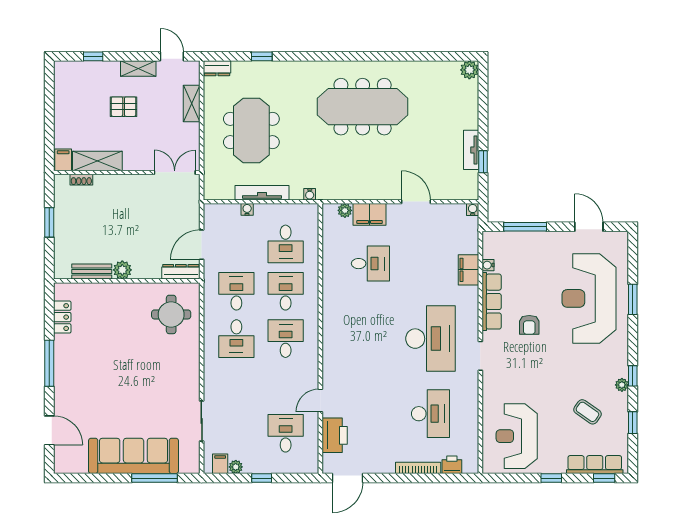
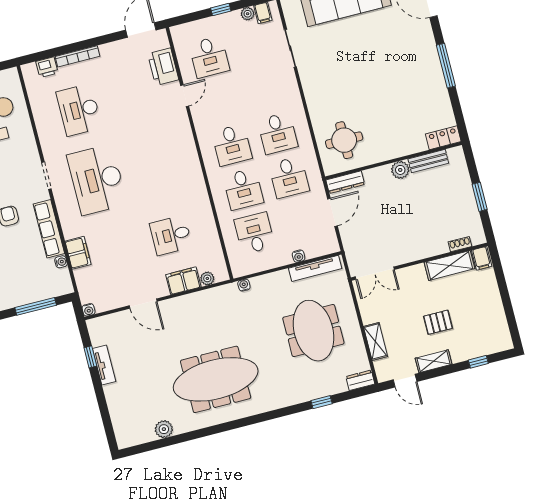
plant: (469, 70) -> (164, 429), moved
tv unit: (262, 193) -> (315, 268), moved
locker: (62, 317) -> (443, 138), moved, turned 90
desk: (236, 339) -> (278, 133), turned 180

